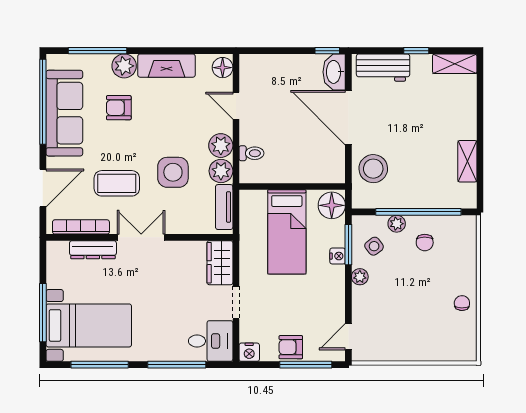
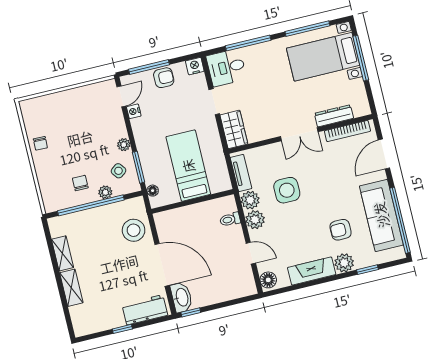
window: (97, 51) -> (367, 270), width x0.46
shelving: (455, 64) -> (71, 288), moved, turned 90
armchair: (119, 108) -> (341, 230), turned 180
coffee table: (117, 183) -> (328, 171), removed
floor lamp: (332, 205) -> (153, 191), width x0.53, depth x0.53
nightstand: (338, 256) -> (134, 111), moved

